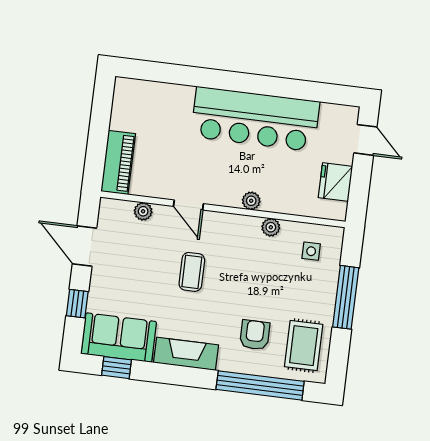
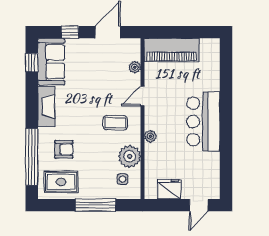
bar counter: (255, 119) -> (203, 121), width x0.73
piano: (118, 162) -> (172, 50), width x1.37, depth x1.33
plant: (271, 227) -> (130, 156), width x1.88, depth x1.88
coffee table: (192, 272) -> (115, 123), moved

